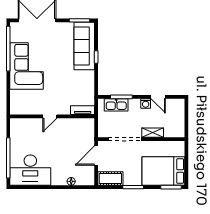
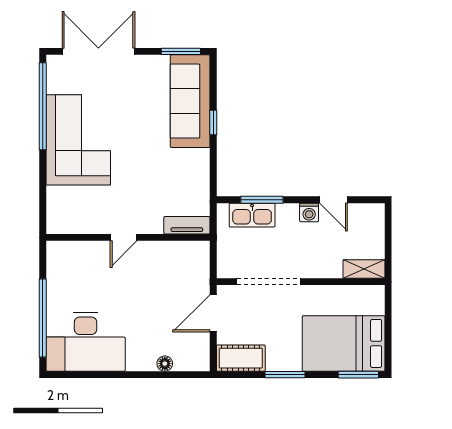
shelving: (153, 133) -> (364, 269), moved

